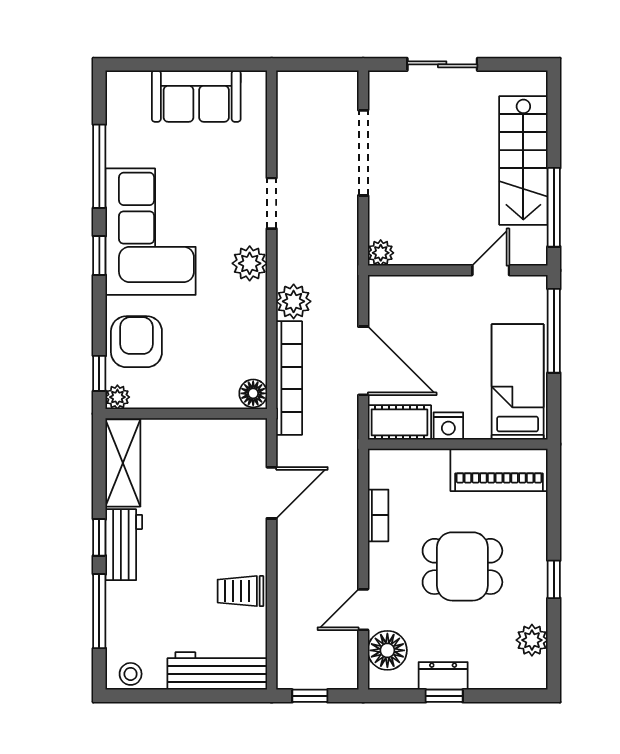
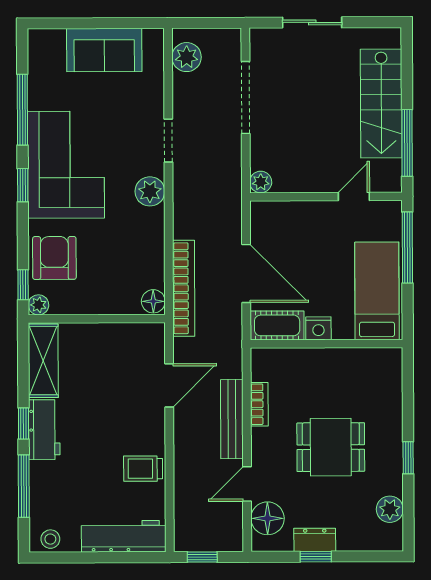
plant: (294, 301) -> (187, 57), moved
piano: (499, 470) -> (361, 365), removed
bench: (345, 533) -> (232, 419), added

